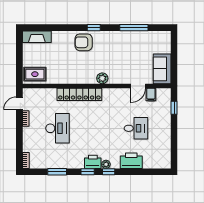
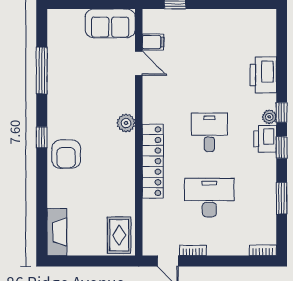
desk: (136, 128) -> (209, 132), moved

